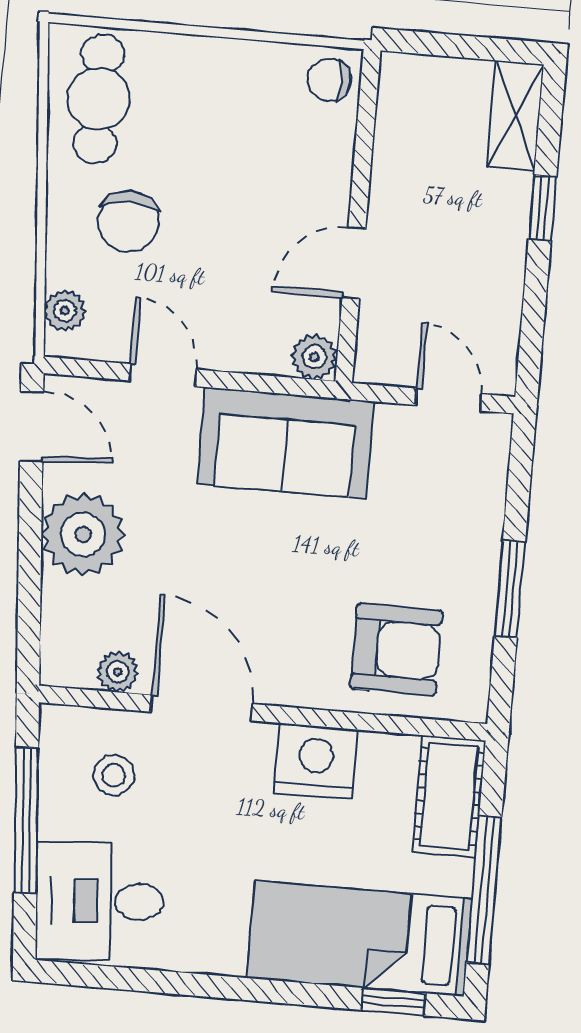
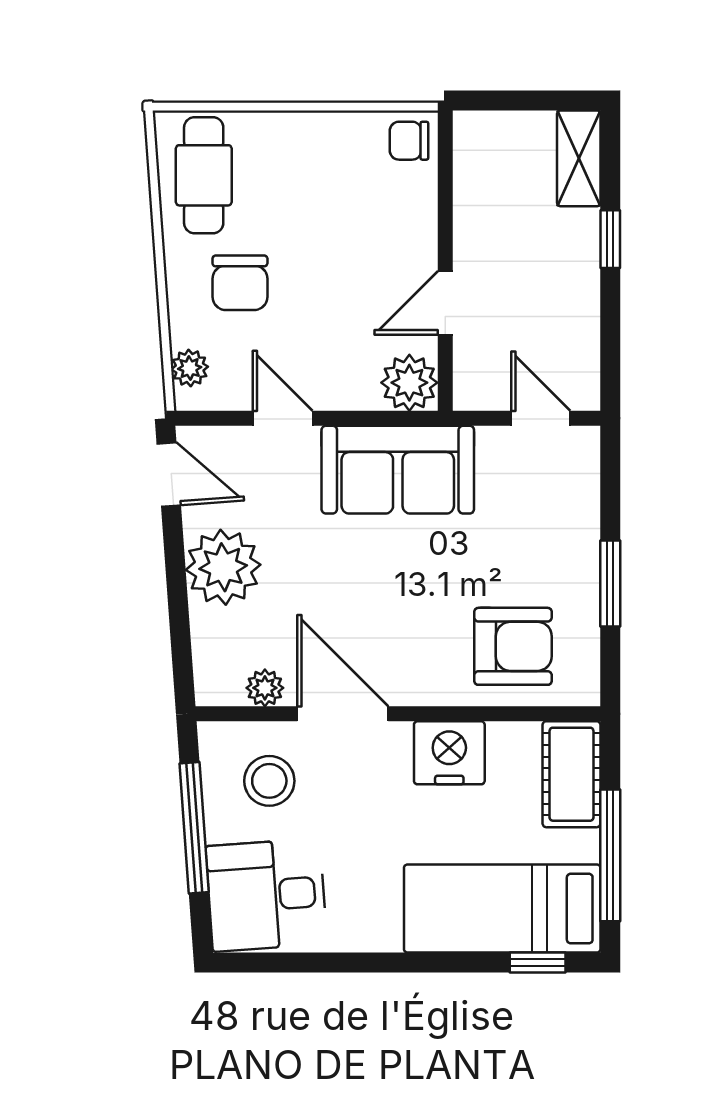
plant: (314, 357) -> (409, 383), width x1.38, depth x1.38
stool: (114, 775) -> (269, 781), width x1.37, depth x1.37

